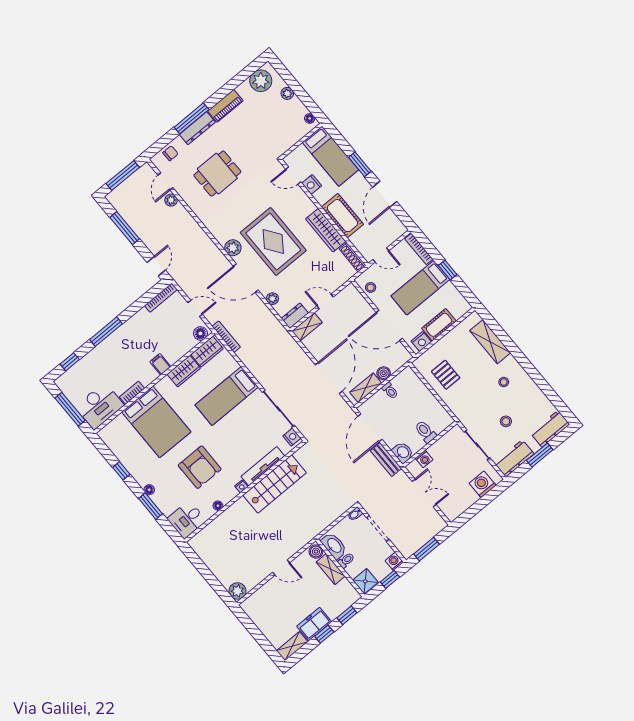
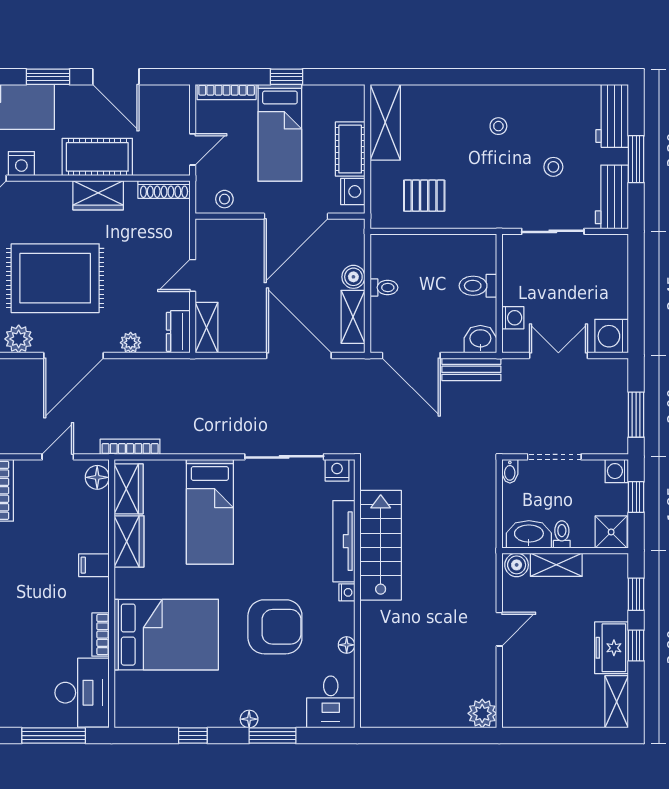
wardrobe: (326, 230) -> (98, 195), width x0.67
shelving: (490, 342) -> (385, 122), moved, turned 90
washing machine: (483, 484) -> (612, 336), moved

